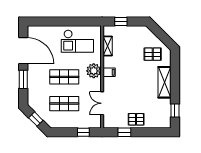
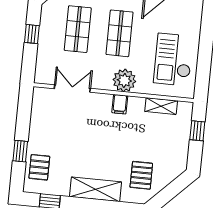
pallet: (136, 119) -> (39, 167), moved
window: (83, 132) -> (32, 34), moved
window: (124, 132) -> (20, 151), moved

